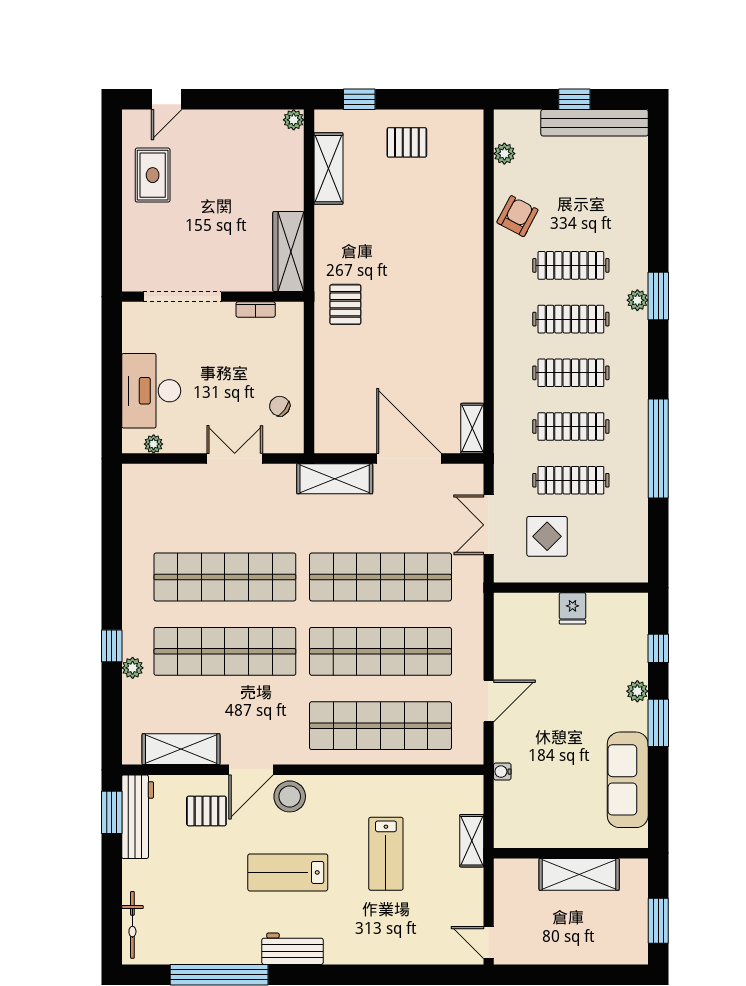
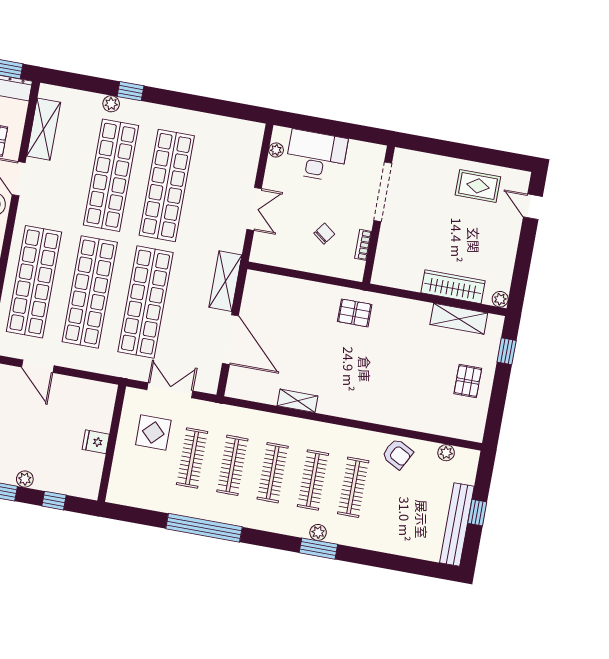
wardrobe: (288, 251) -> (453, 287), moved
chair: (280, 406) -> (324, 234), moved
shelving: (472, 428) -> (297, 401), moved
door: (409, 459) -> (230, 340), hinge flipped

